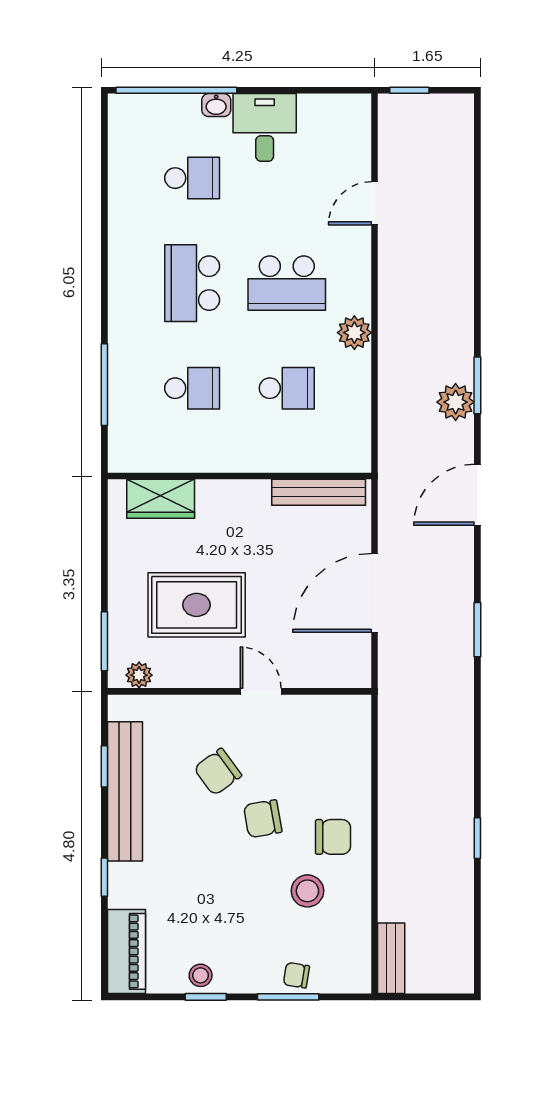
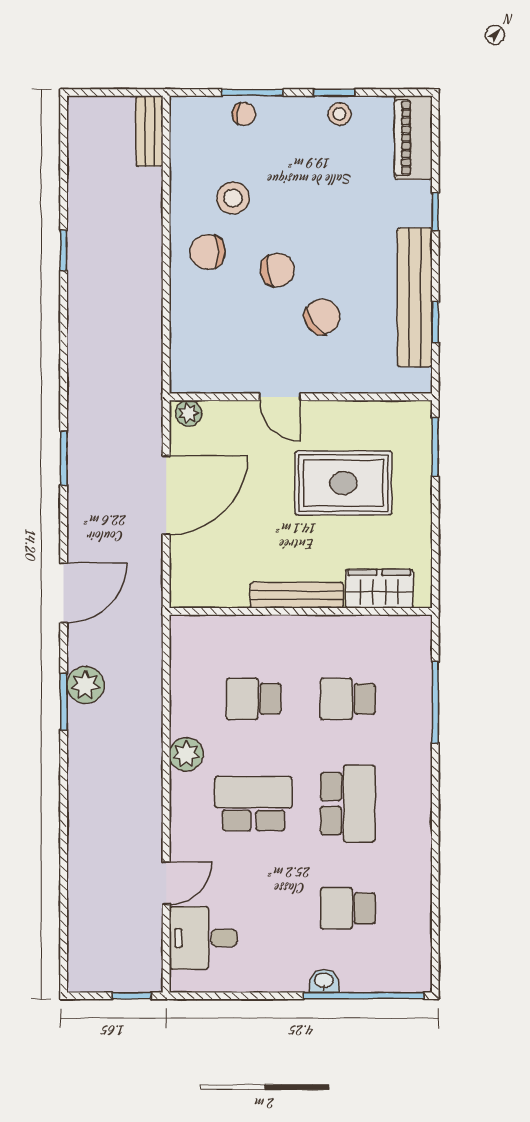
desk: (265, 127) -> (203, 938), moved, turned 90
bench: (319, 492) -> (297, 595), moved
plant: (139, 675) -> (188, 413), moved

